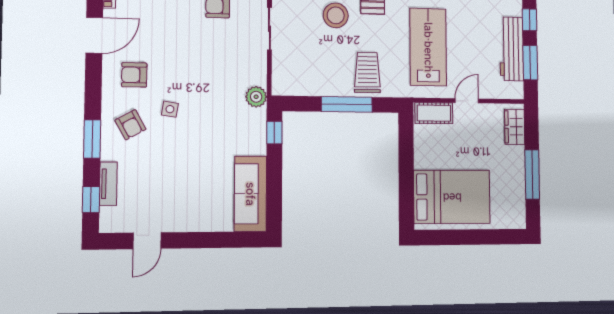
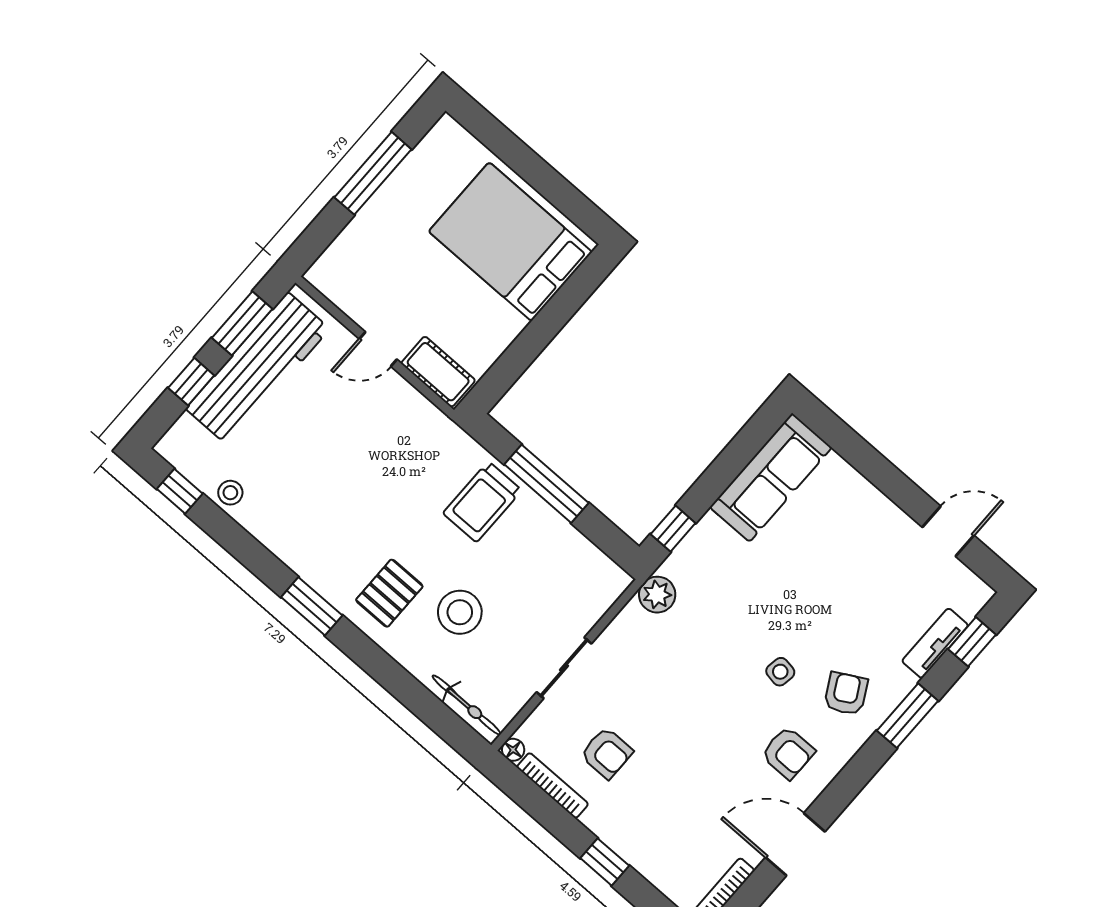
lab bench: (428, 47) -> (369, 465), removed
workbench: (512, 49) -> (258, 369), width x1.36, depth x1.32
wardrobe: (515, 127) -> (341, 257), removed

